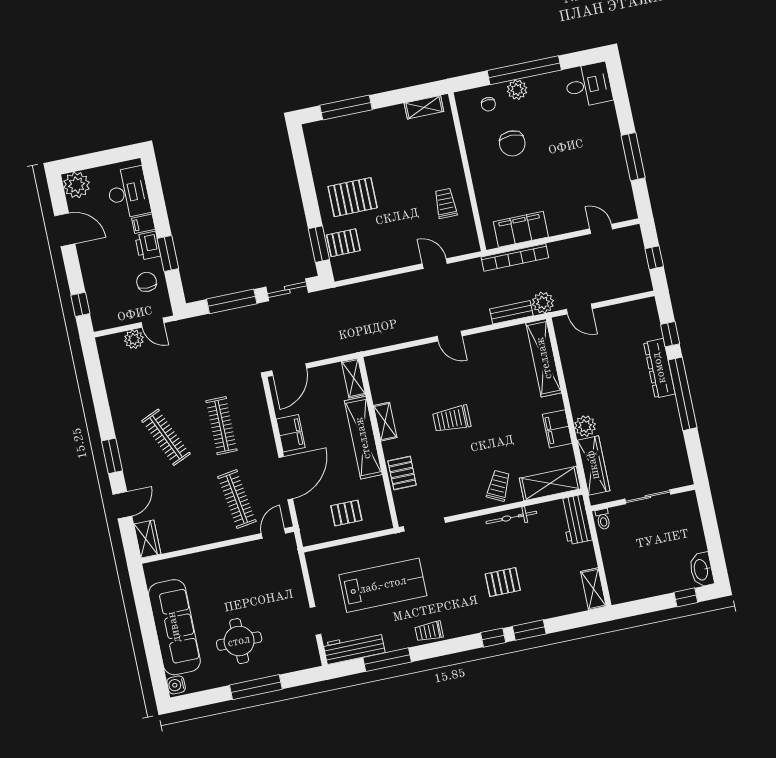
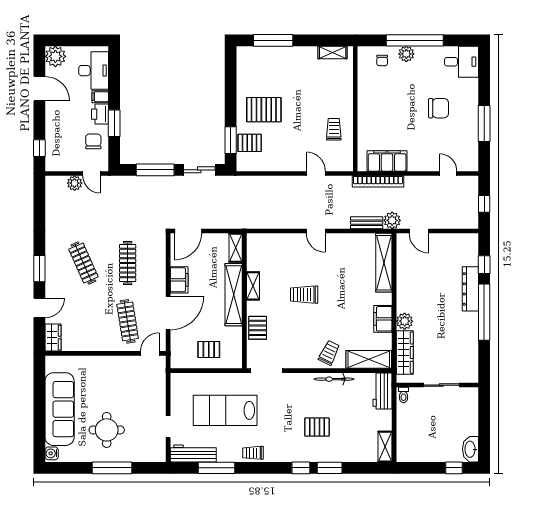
chair: (512, 143) -> (439, 108), moved, turned -90
lab bench: (383, 585) -> (225, 410), turned 180

